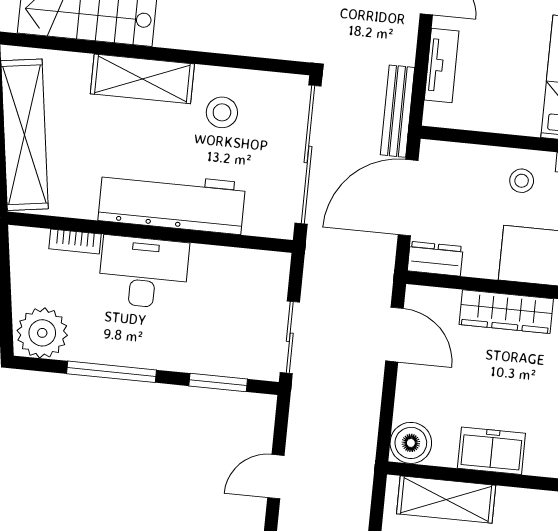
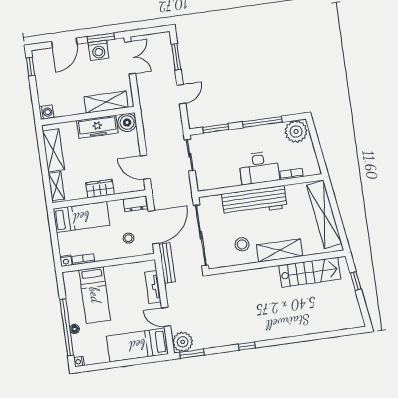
stool: (522, 181) -> (128, 238), moved
wardrobe: (506, 312) -> (100, 189), width x0.67
freezer: (491, 451) -> (97, 127), width x1.40

